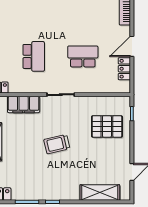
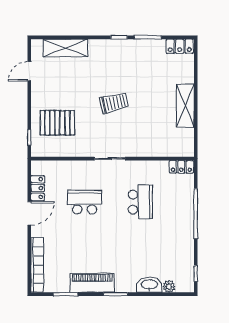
school desk: (34, 56) -> (140, 202), turned 180
school desk: (83, 56) -> (85, 202), turned 180
filing cabinet: (24, 105) -> (152, 148), removed

